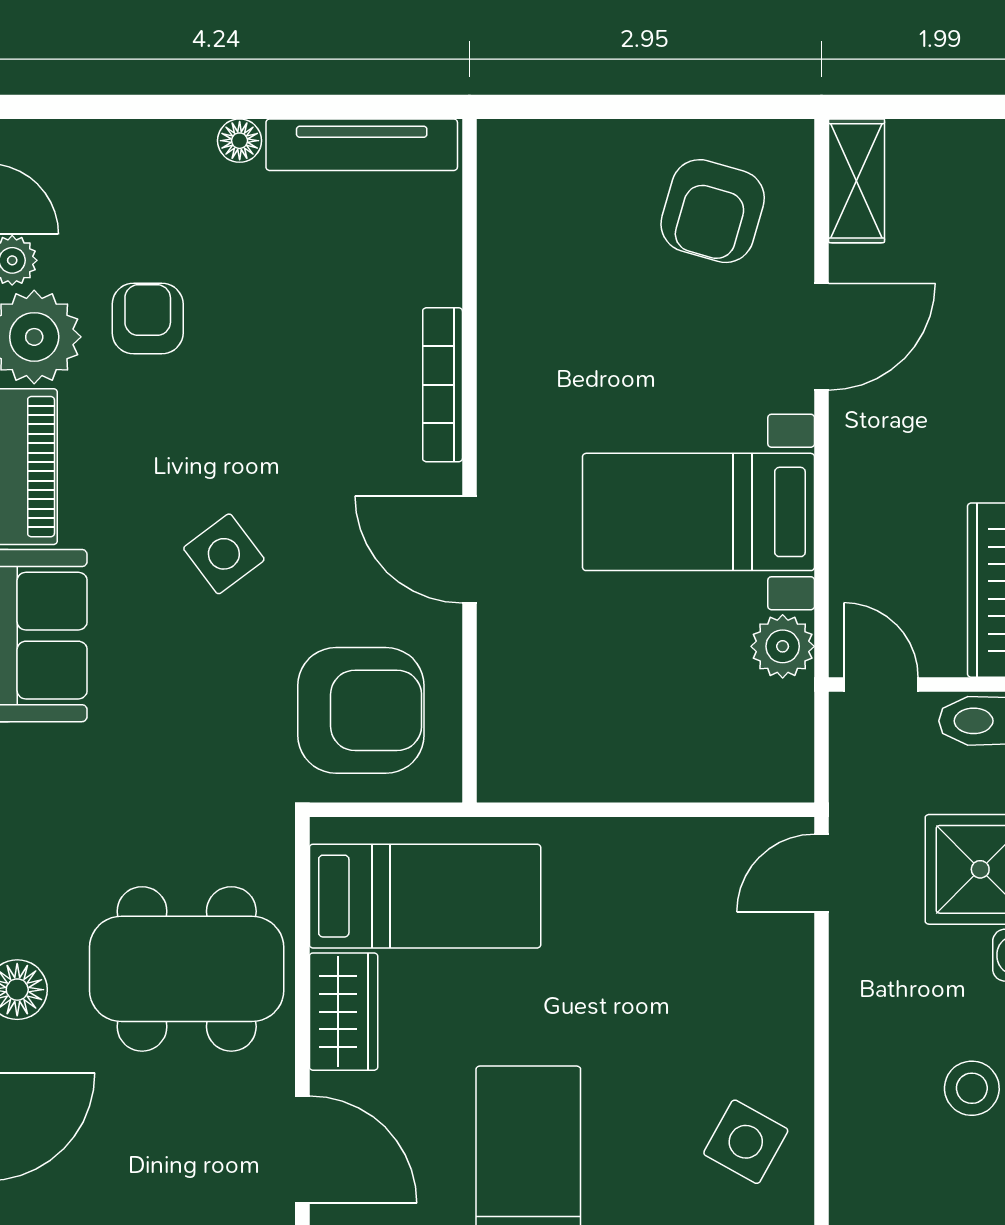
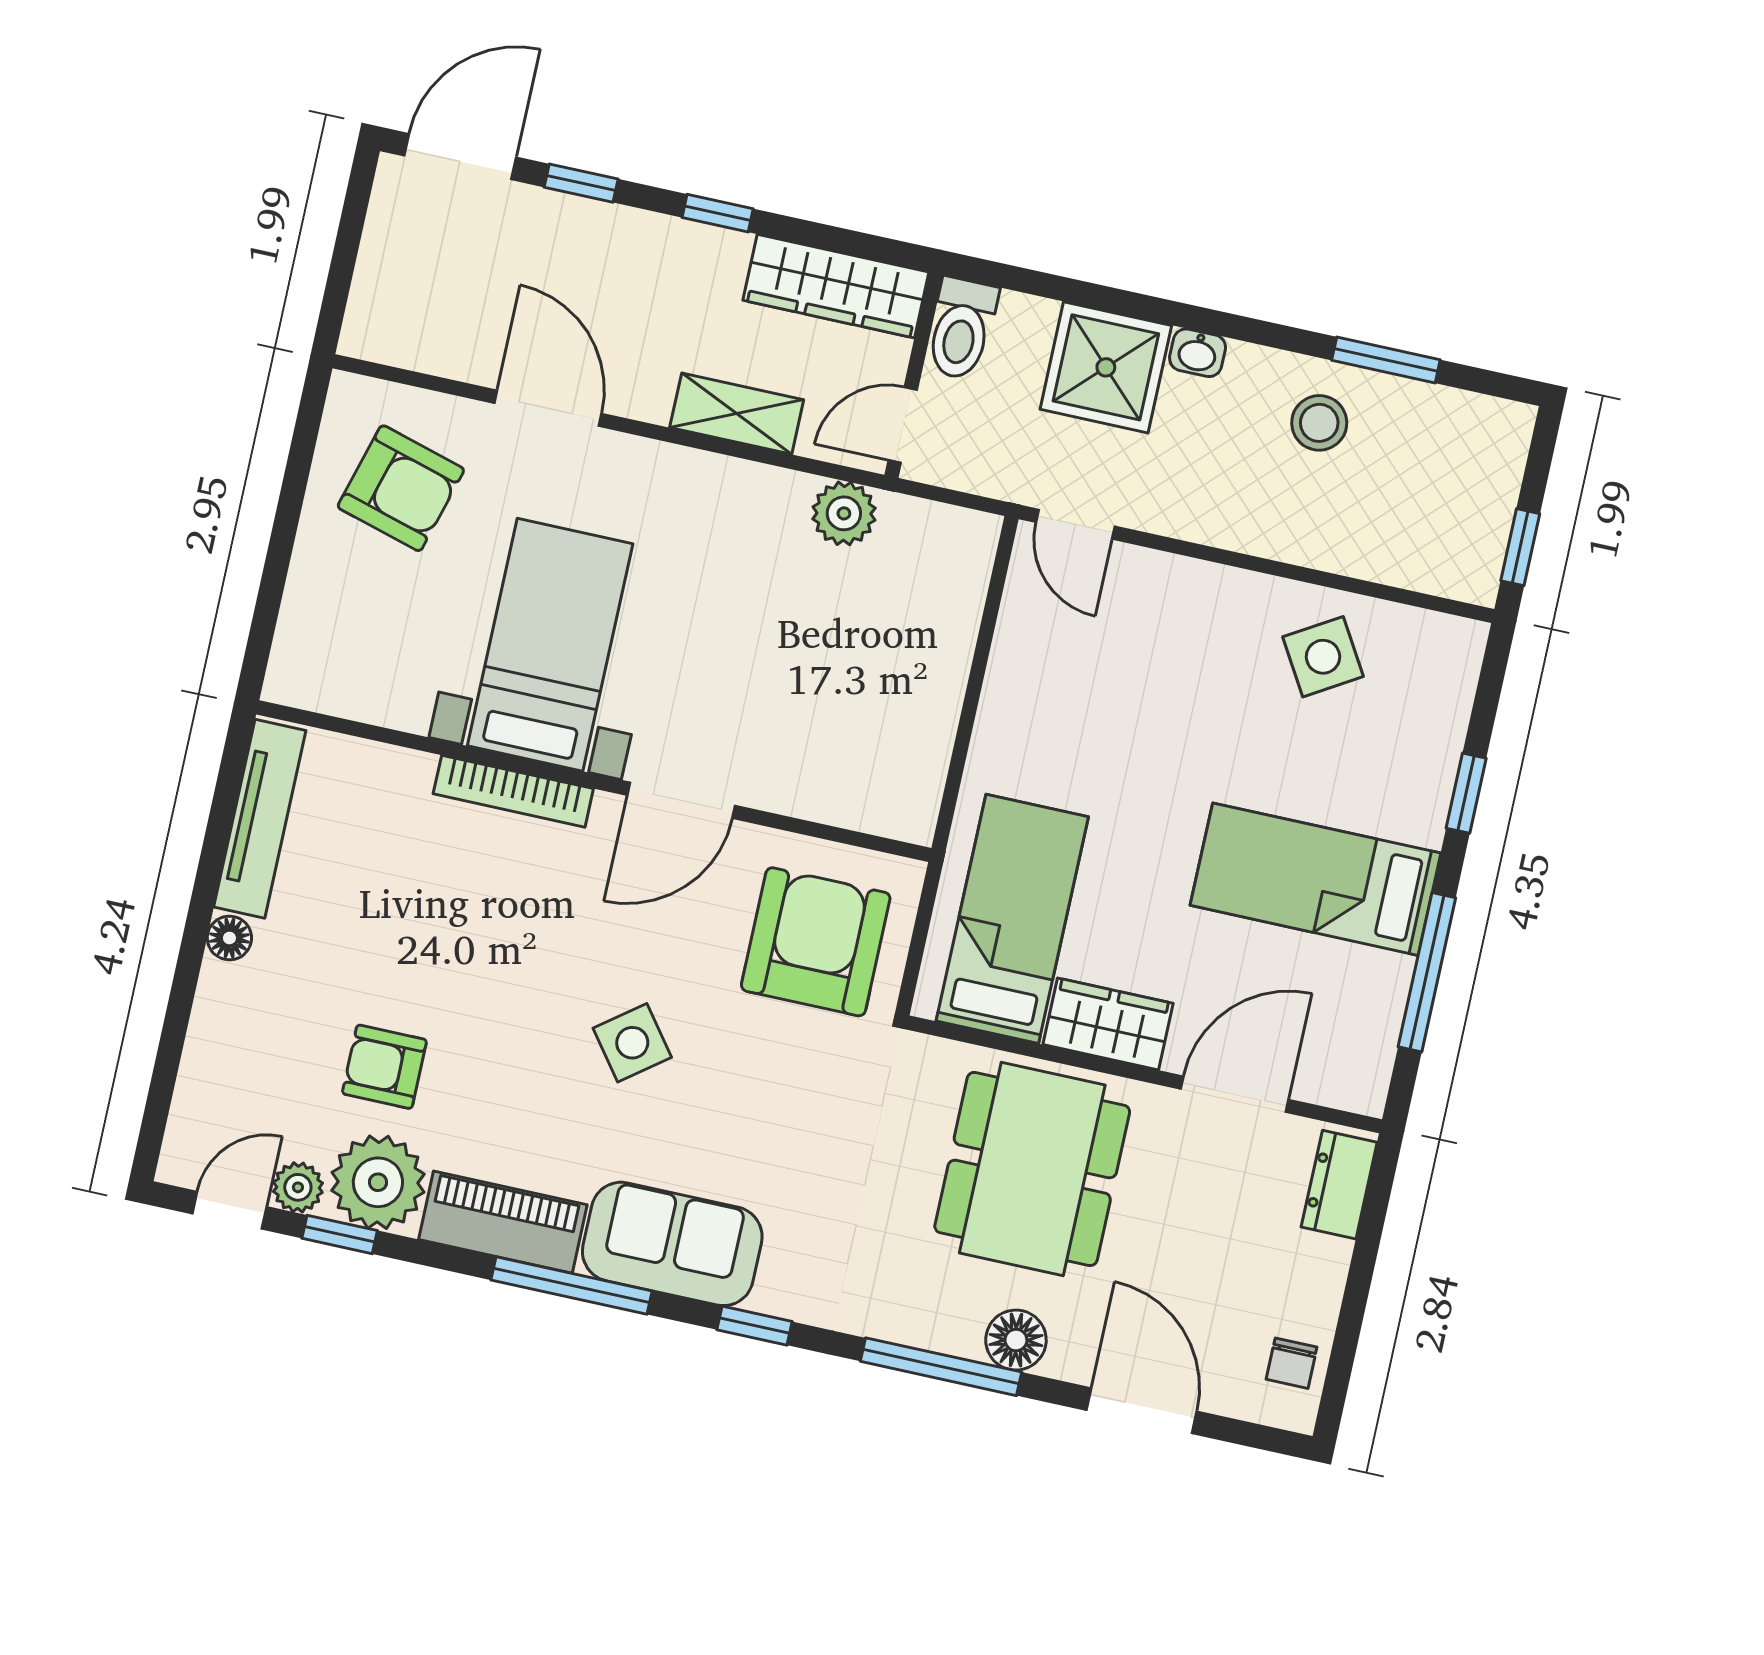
shelving: (857, 181) -> (737, 414), moved
bed with nightstands: (698, 512) -> (550, 645), moved, turned 180
side table: (746, 1142) -> (1323, 657), turned 30

